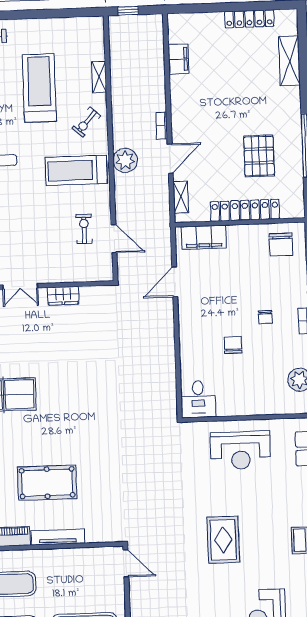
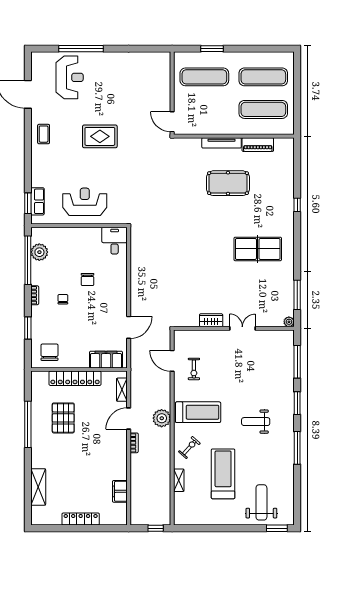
locker: (249, 19) -> (81, 519), moved
treadmill: (39, 88) -> (223, 474), turned 180
rug: (223, 540) -> (100, 136), turned 90

